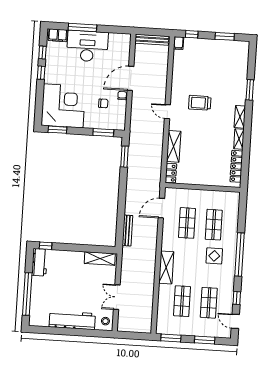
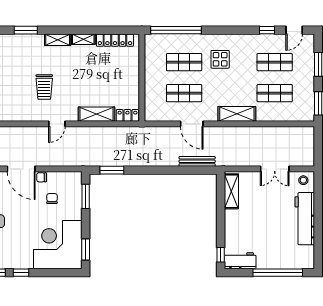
door: (161, 208) -> (192, 124), moved
window: (239, 255) -> (176, 30), moved

